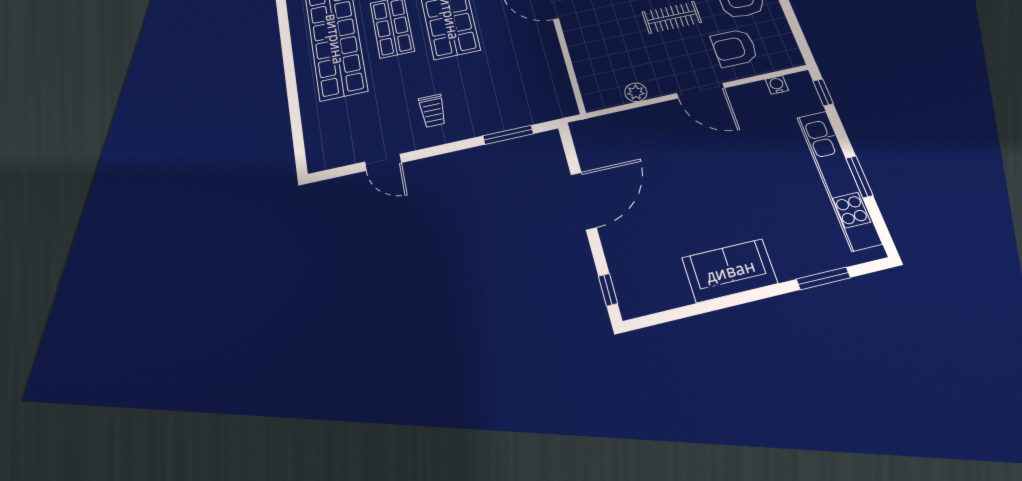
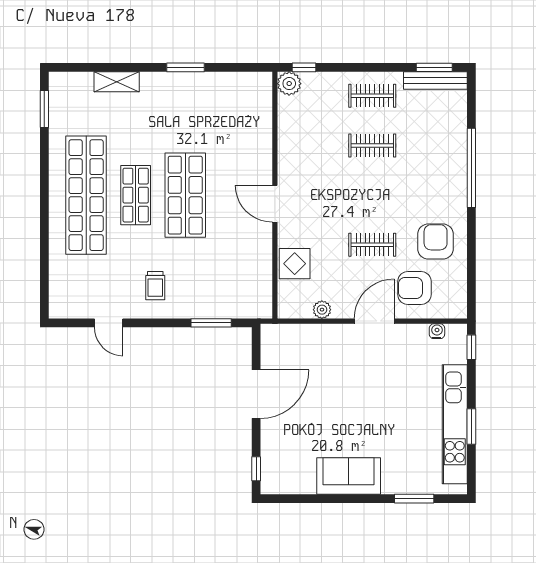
display table: (590, 54) -> (295, 264), added
door: (701, 91) -> (374, 321), swing flipped

